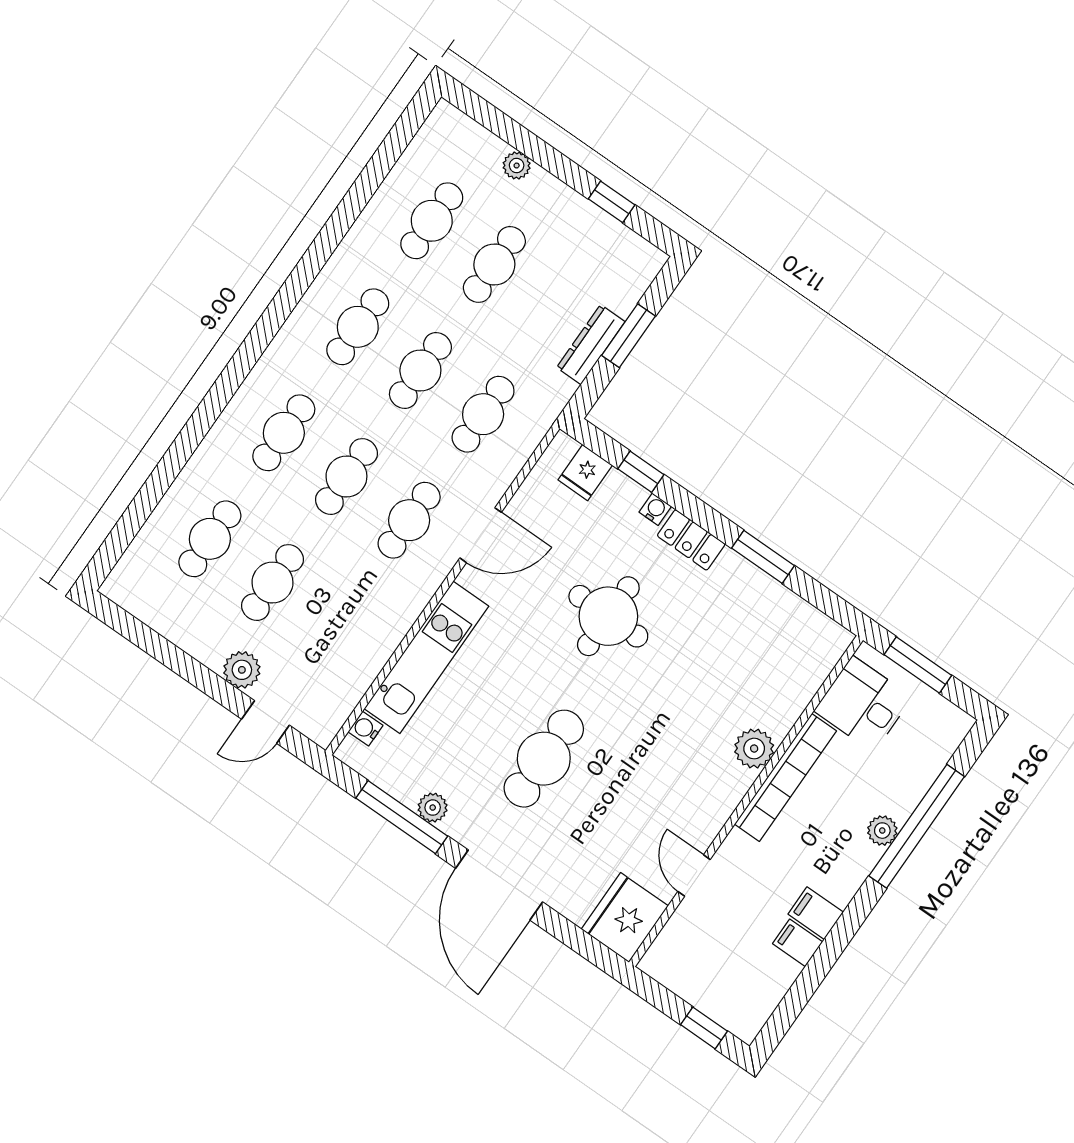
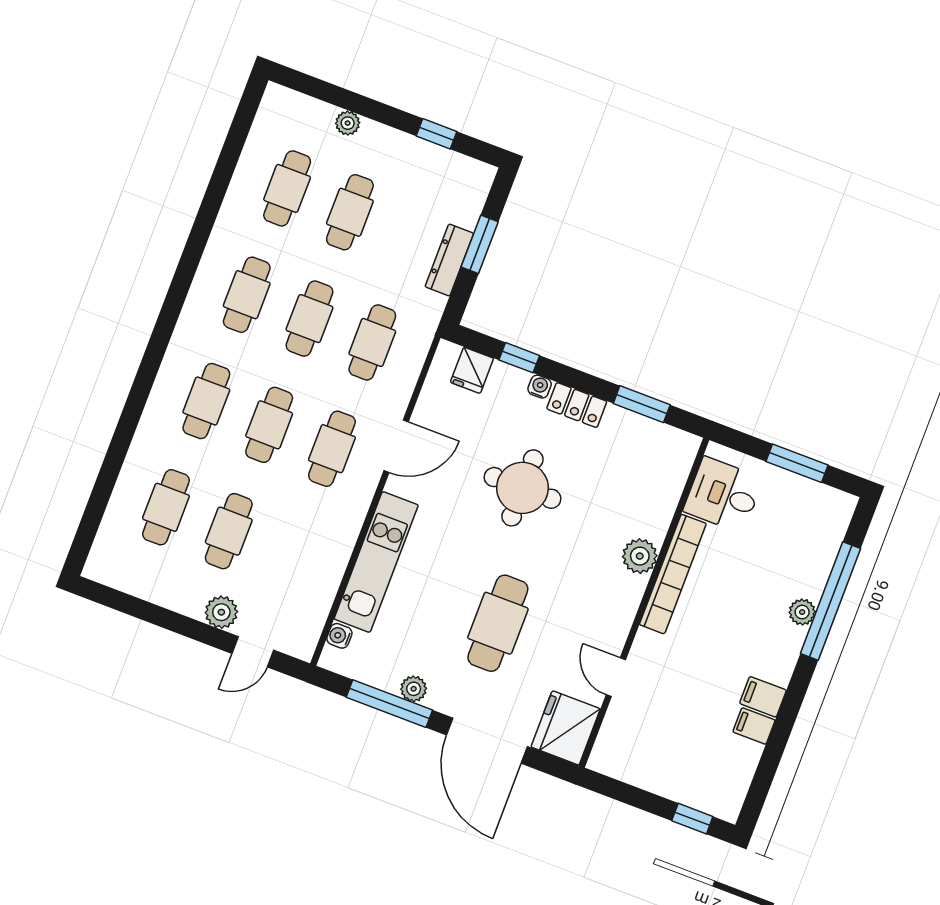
desk: (863, 704) -> (723, 495), moved
plant: (754, 749) -> (640, 556), moved
bookcase: (786, 777) -> (673, 574), moved
wall: (746, 801) -> (644, 603), moved
door: (694, 876) -> (616, 677), moved
fridge: (625, 917) -> (566, 728), moved

